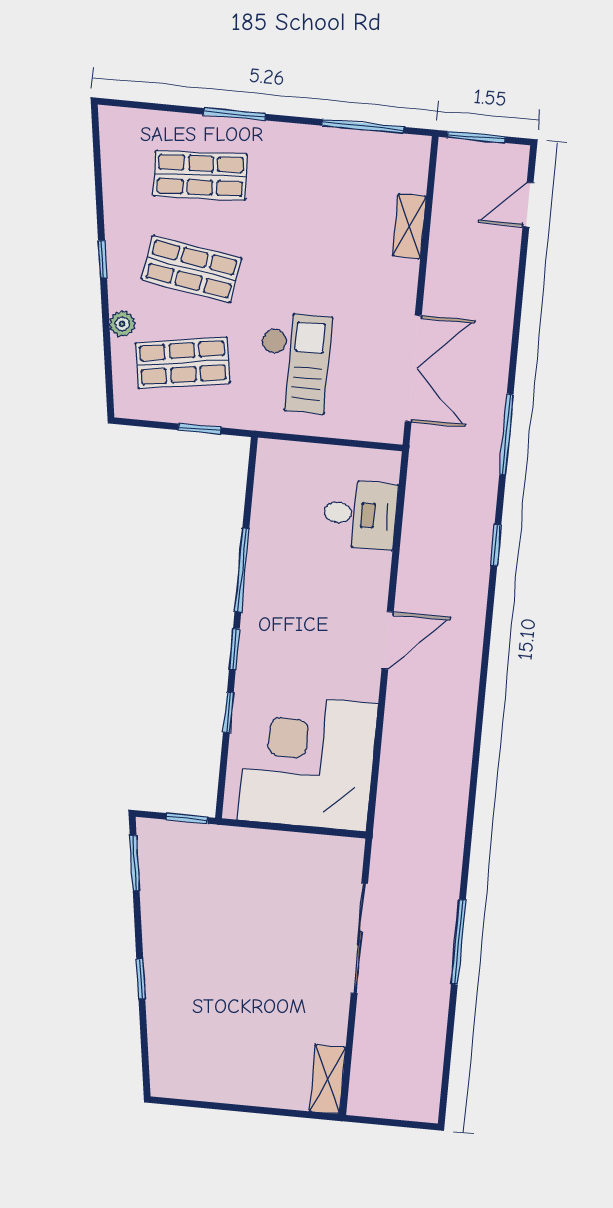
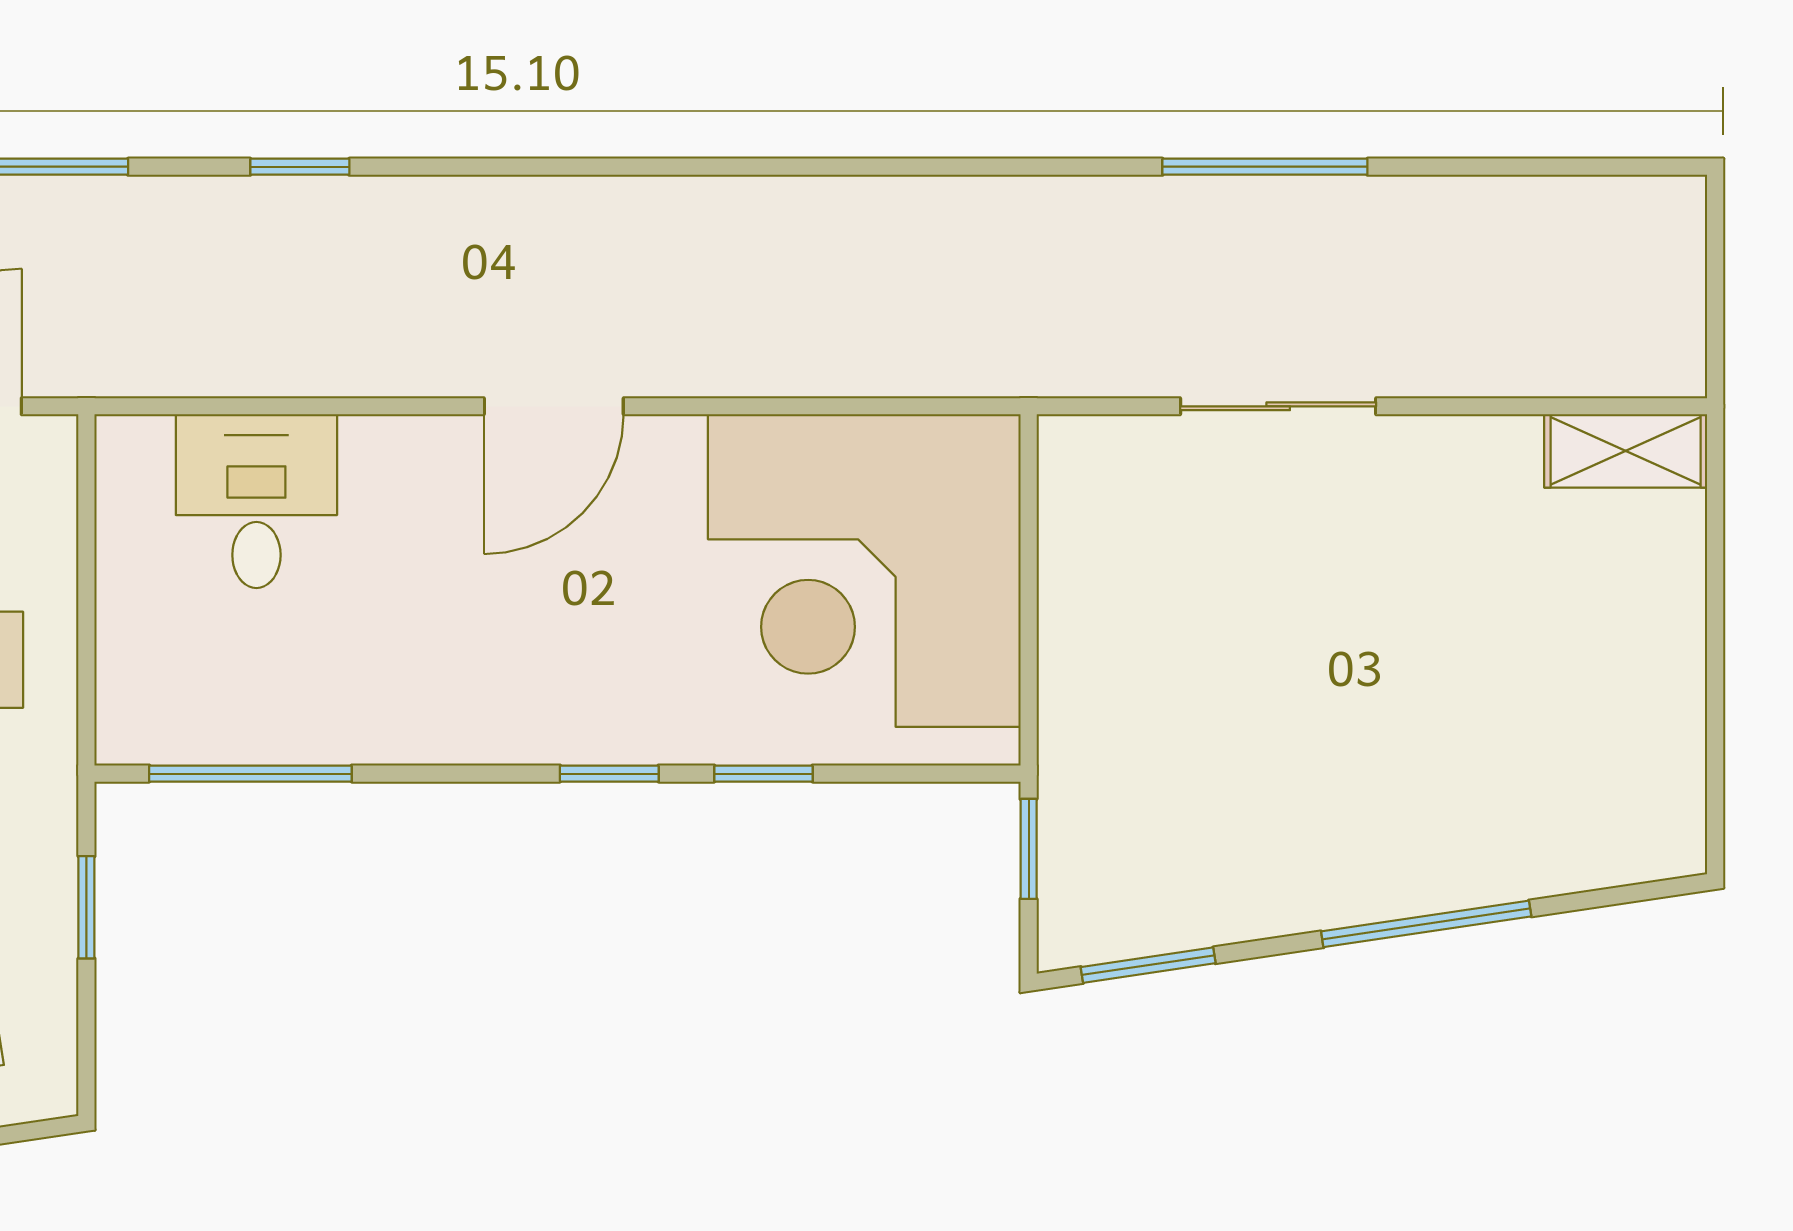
window: (242, 570) -> (250, 774), moved
door: (388, 640) -> (554, 406), swing flipped
sliding door: (359, 938) -> (1278, 406), width x0.73
window: (141, 979) -> (1426, 924), width x2.17

